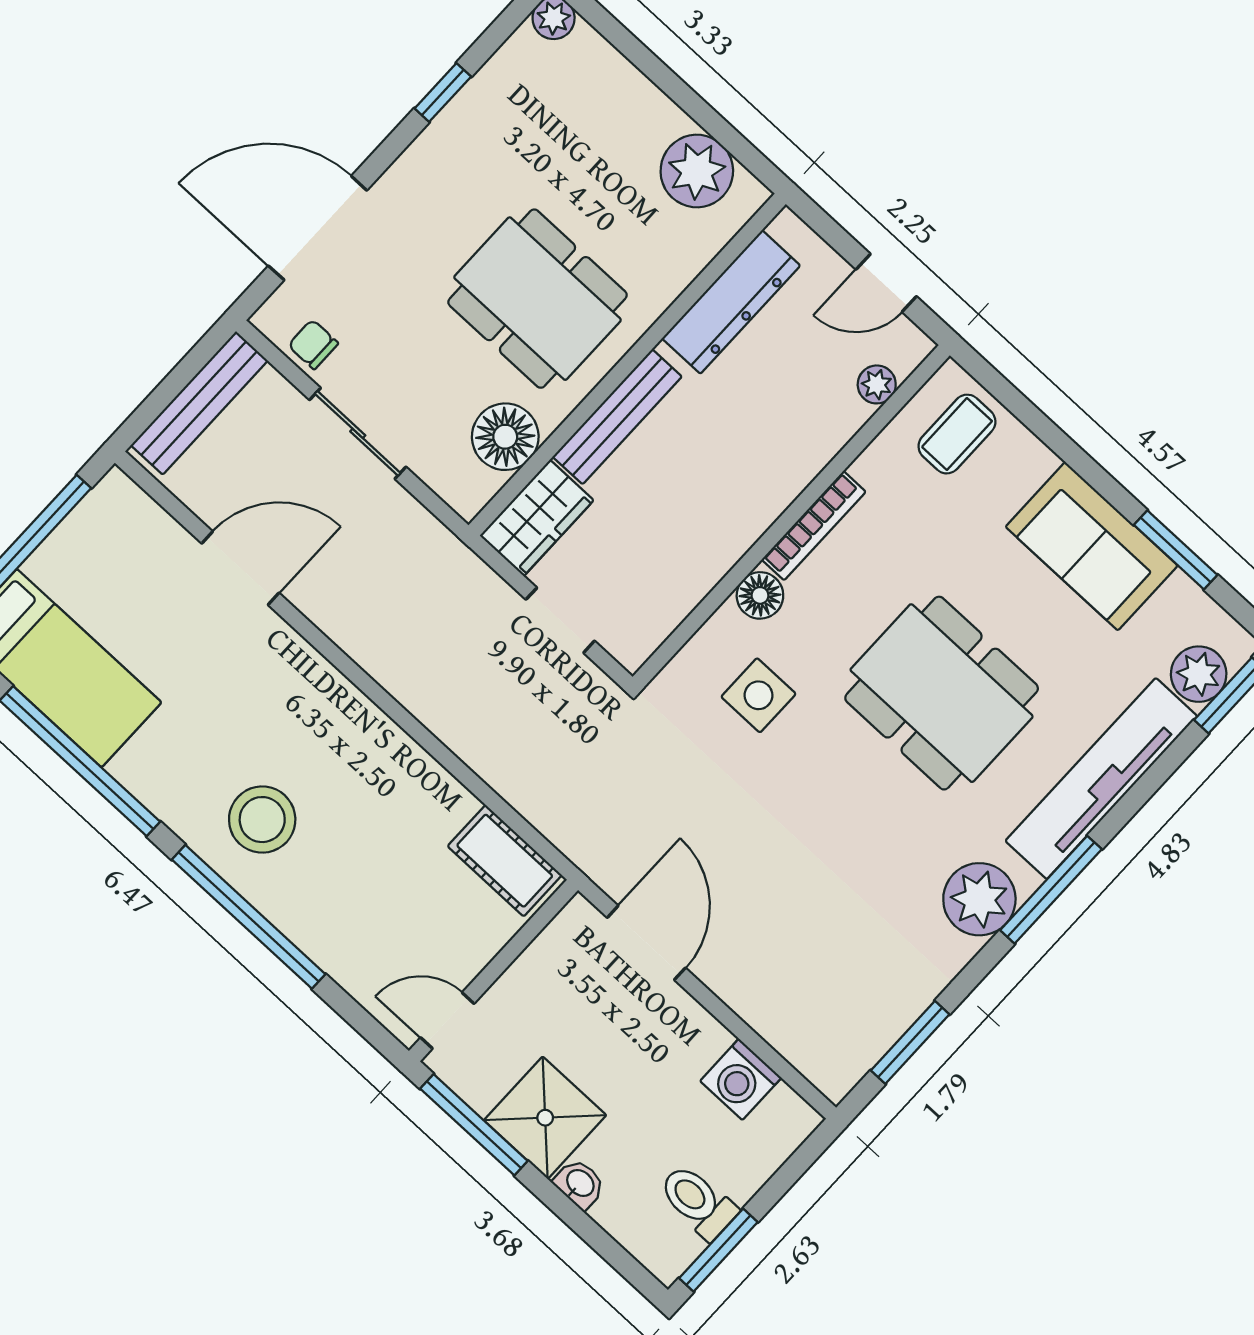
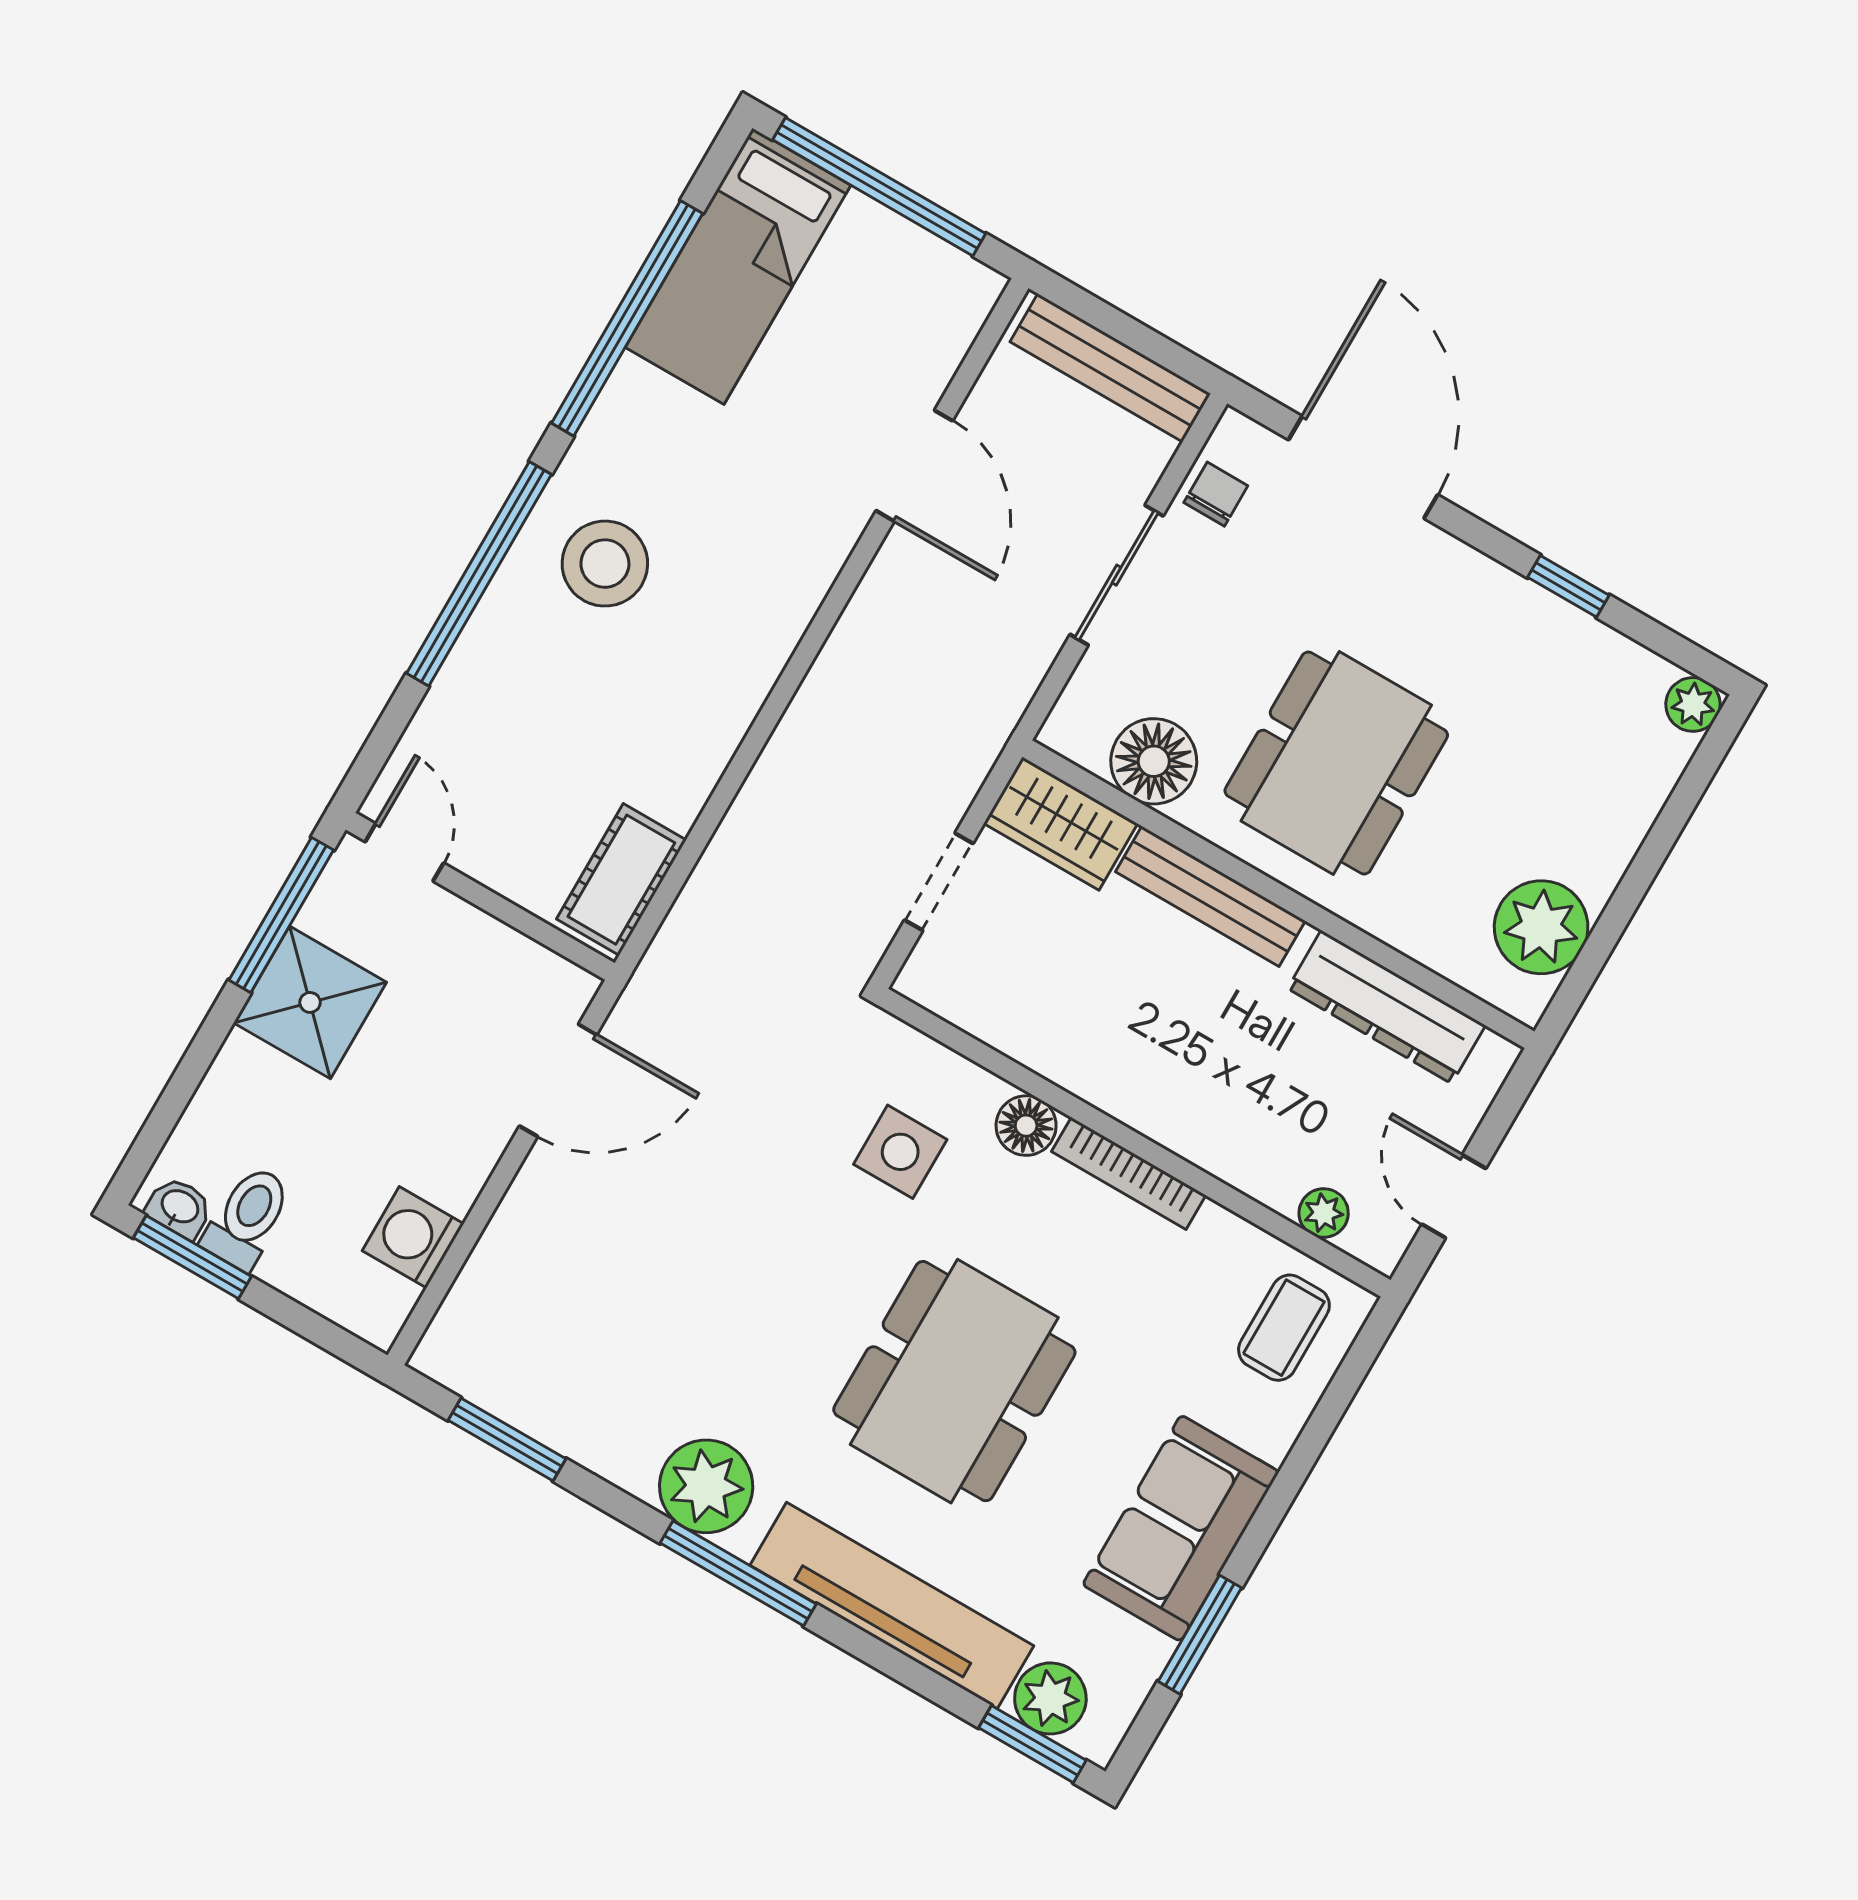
coffee table: (957, 434) -> (1284, 1328), turned 90
washbasin: (580, 1184) -> (179, 1207), moved, turned -90

